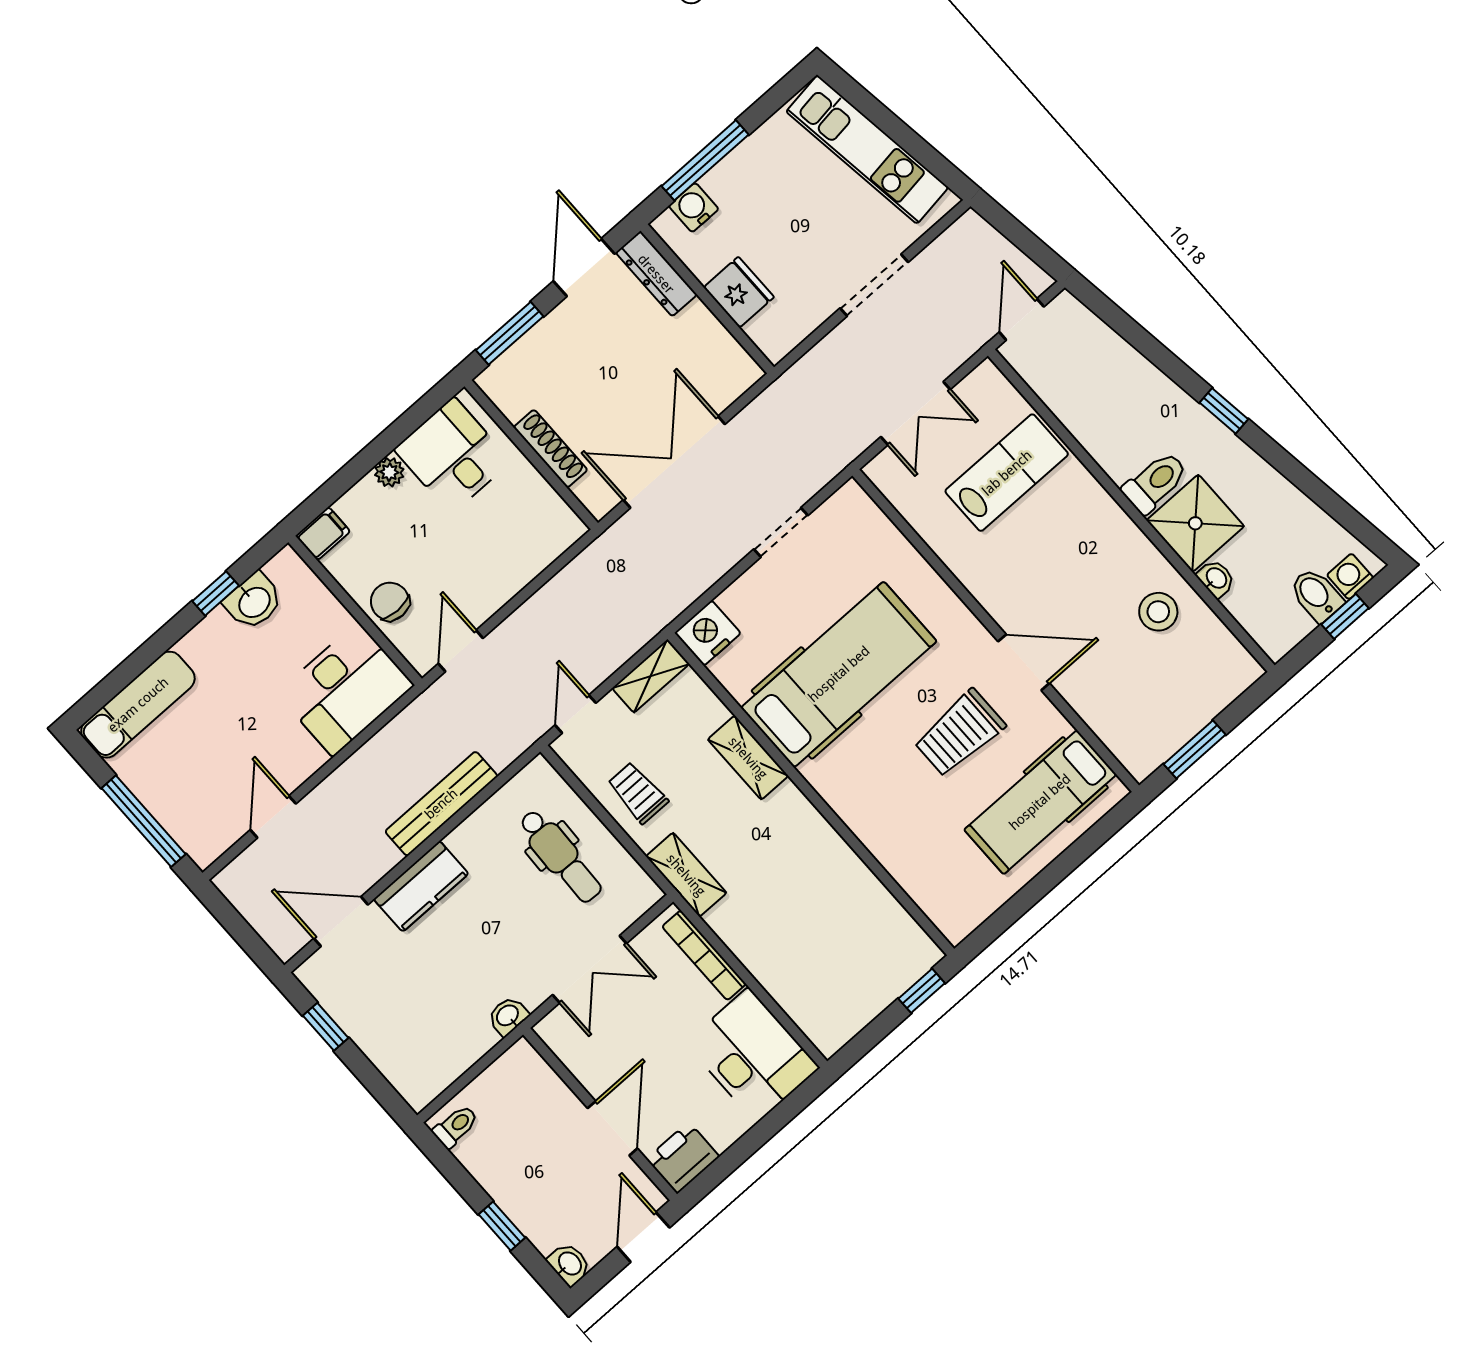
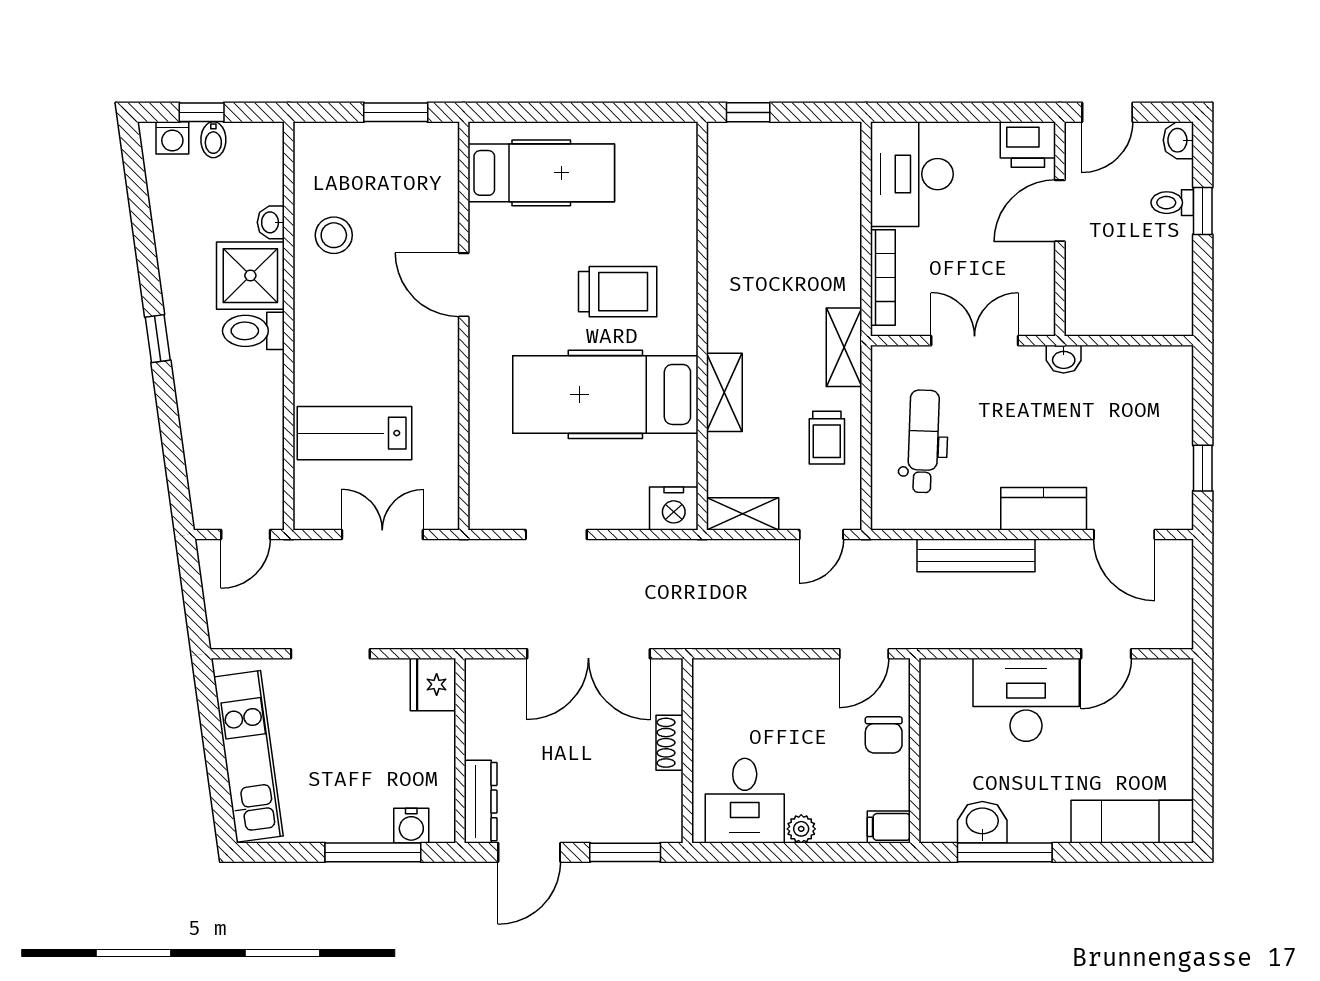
fridge: (739, 292) -> (433, 684), moved
shoe rack: (551, 449) -> (669, 743), width x0.70
window: (216, 593) -> (1005, 852), width x2.17
bidet: (1316, 595) -> (213, 140), width x0.72, depth x0.74
desk: (345, 689) -> (1026, 700), moved
trolley: (960, 733) -> (618, 292), moved
window: (144, 821) -> (1203, 734), removed
toilet: (456, 1126) -> (1172, 203), moved

